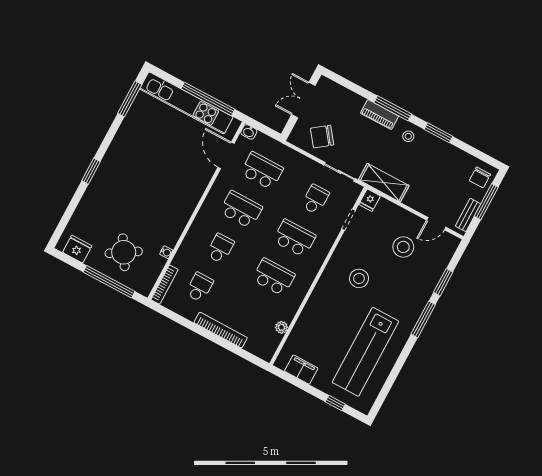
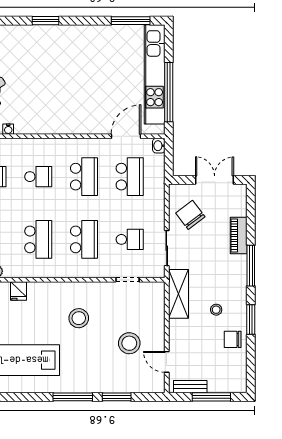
piano: (380, 115) -> (239, 235), moved
stool: (408, 136) -> (216, 310), moved
chair: (480, 177) -> (233, 339), moved
fridge: (370, 200) -> (19, 291), moved, turned -90

